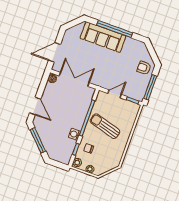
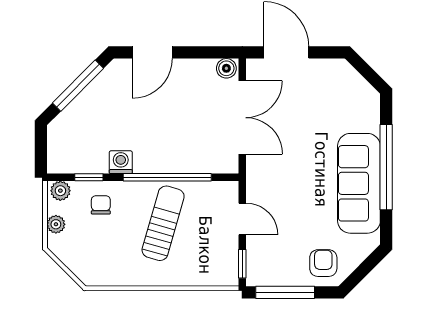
sofa: (103, 37) -> (359, 183), moved

